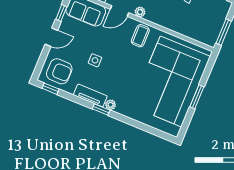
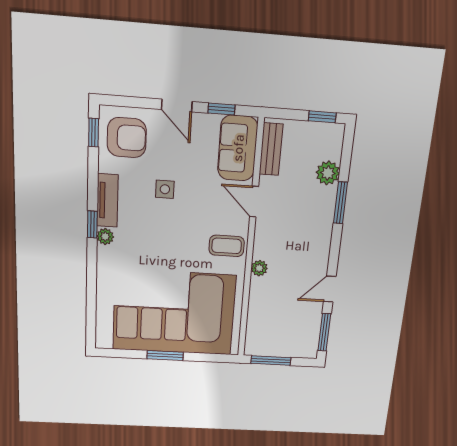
plant: (140, 12) -> (259, 268), moved
armchair: (59, 71) -> (127, 138), turned -90

